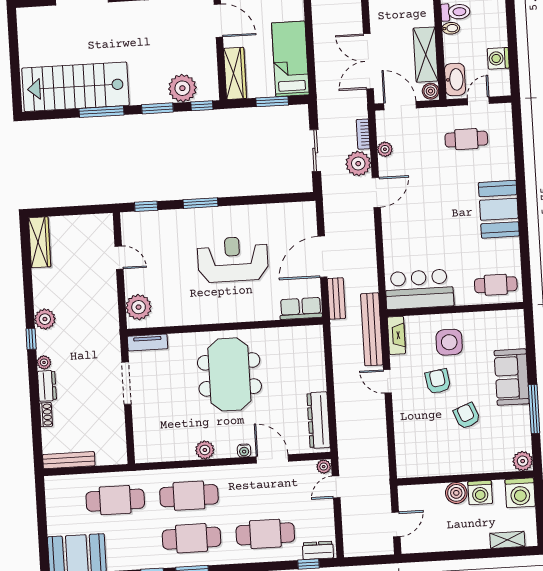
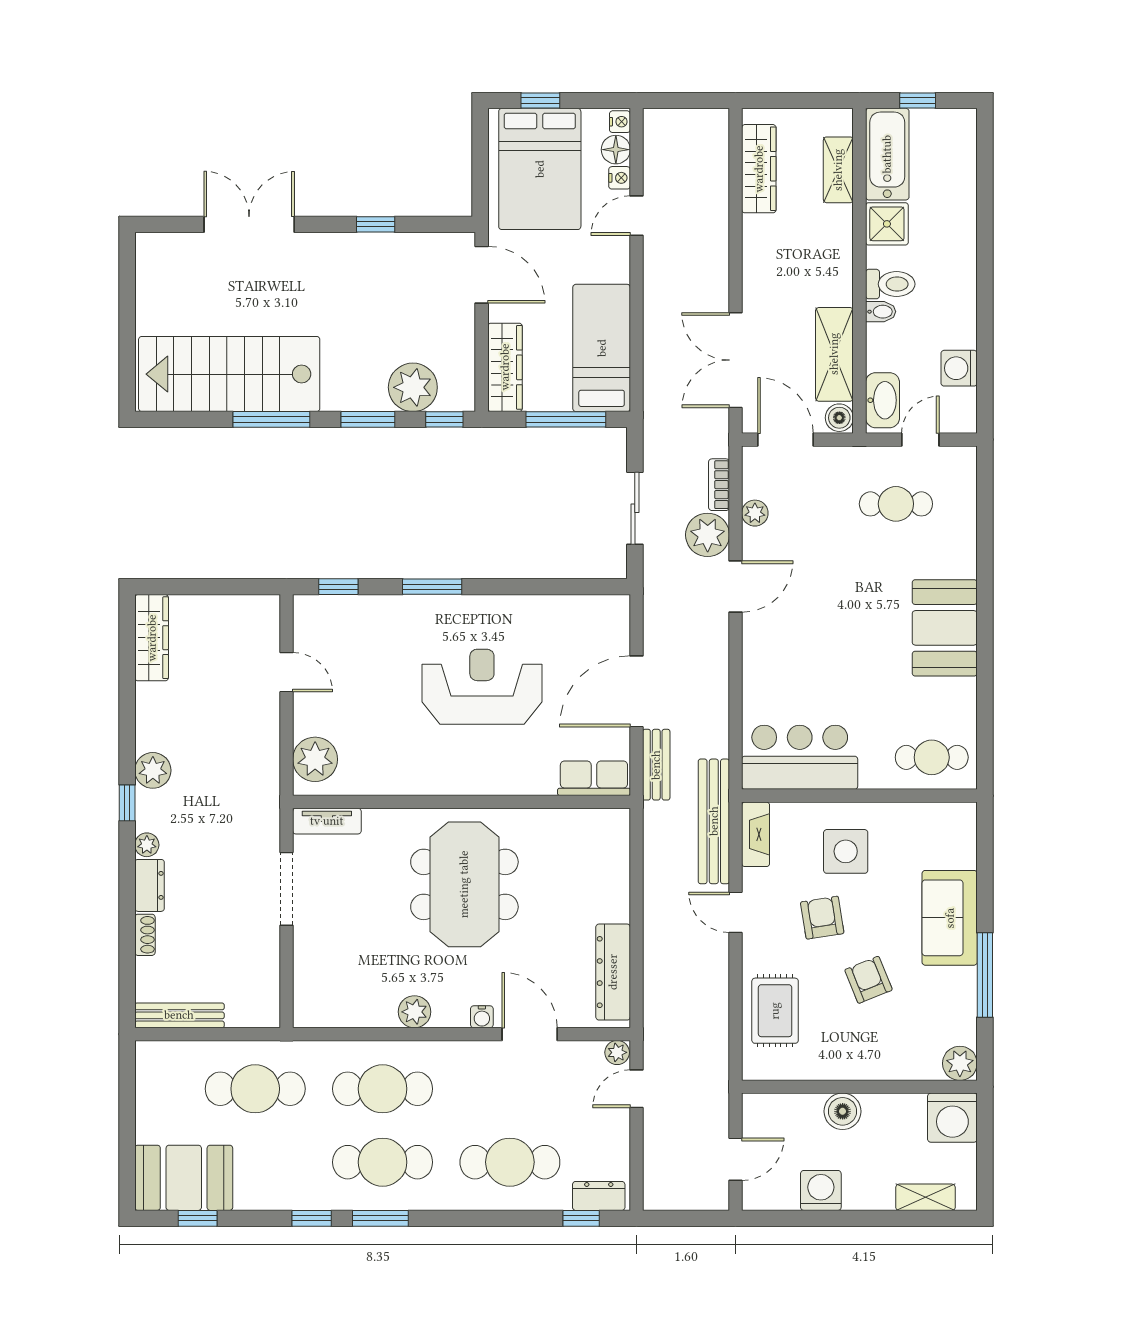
window: (272, 102) -> (566, 419), width x1.44
rug: (414, 437) -> (775, 1011), added
washing machine: (480, 493) -> (821, 1190), moved, turned 180

